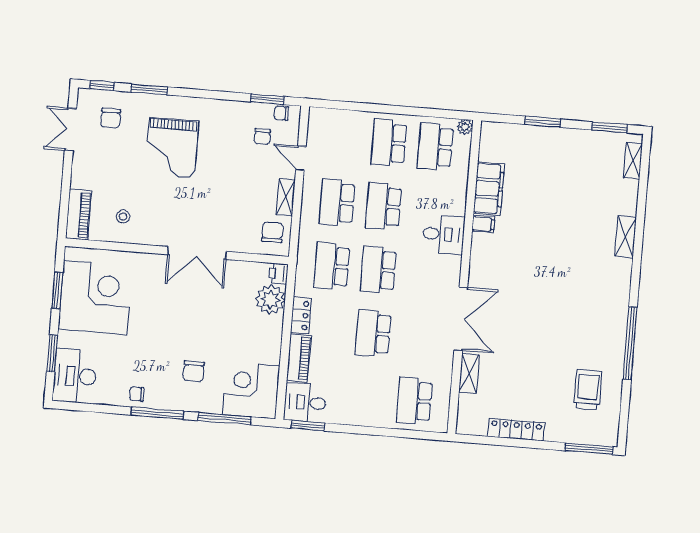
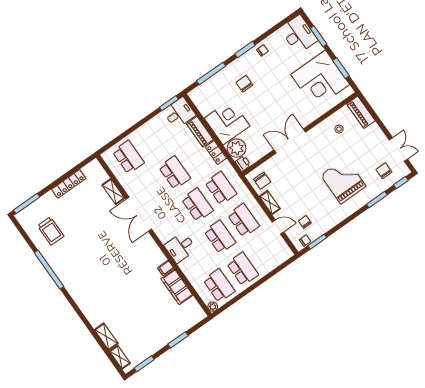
shelving: (626, 237) -> (106, 337), moved
corner desk: (251, 390) -> (227, 122), moved, turned -90
window: (157, 413) -> (245, 50), width x0.69

